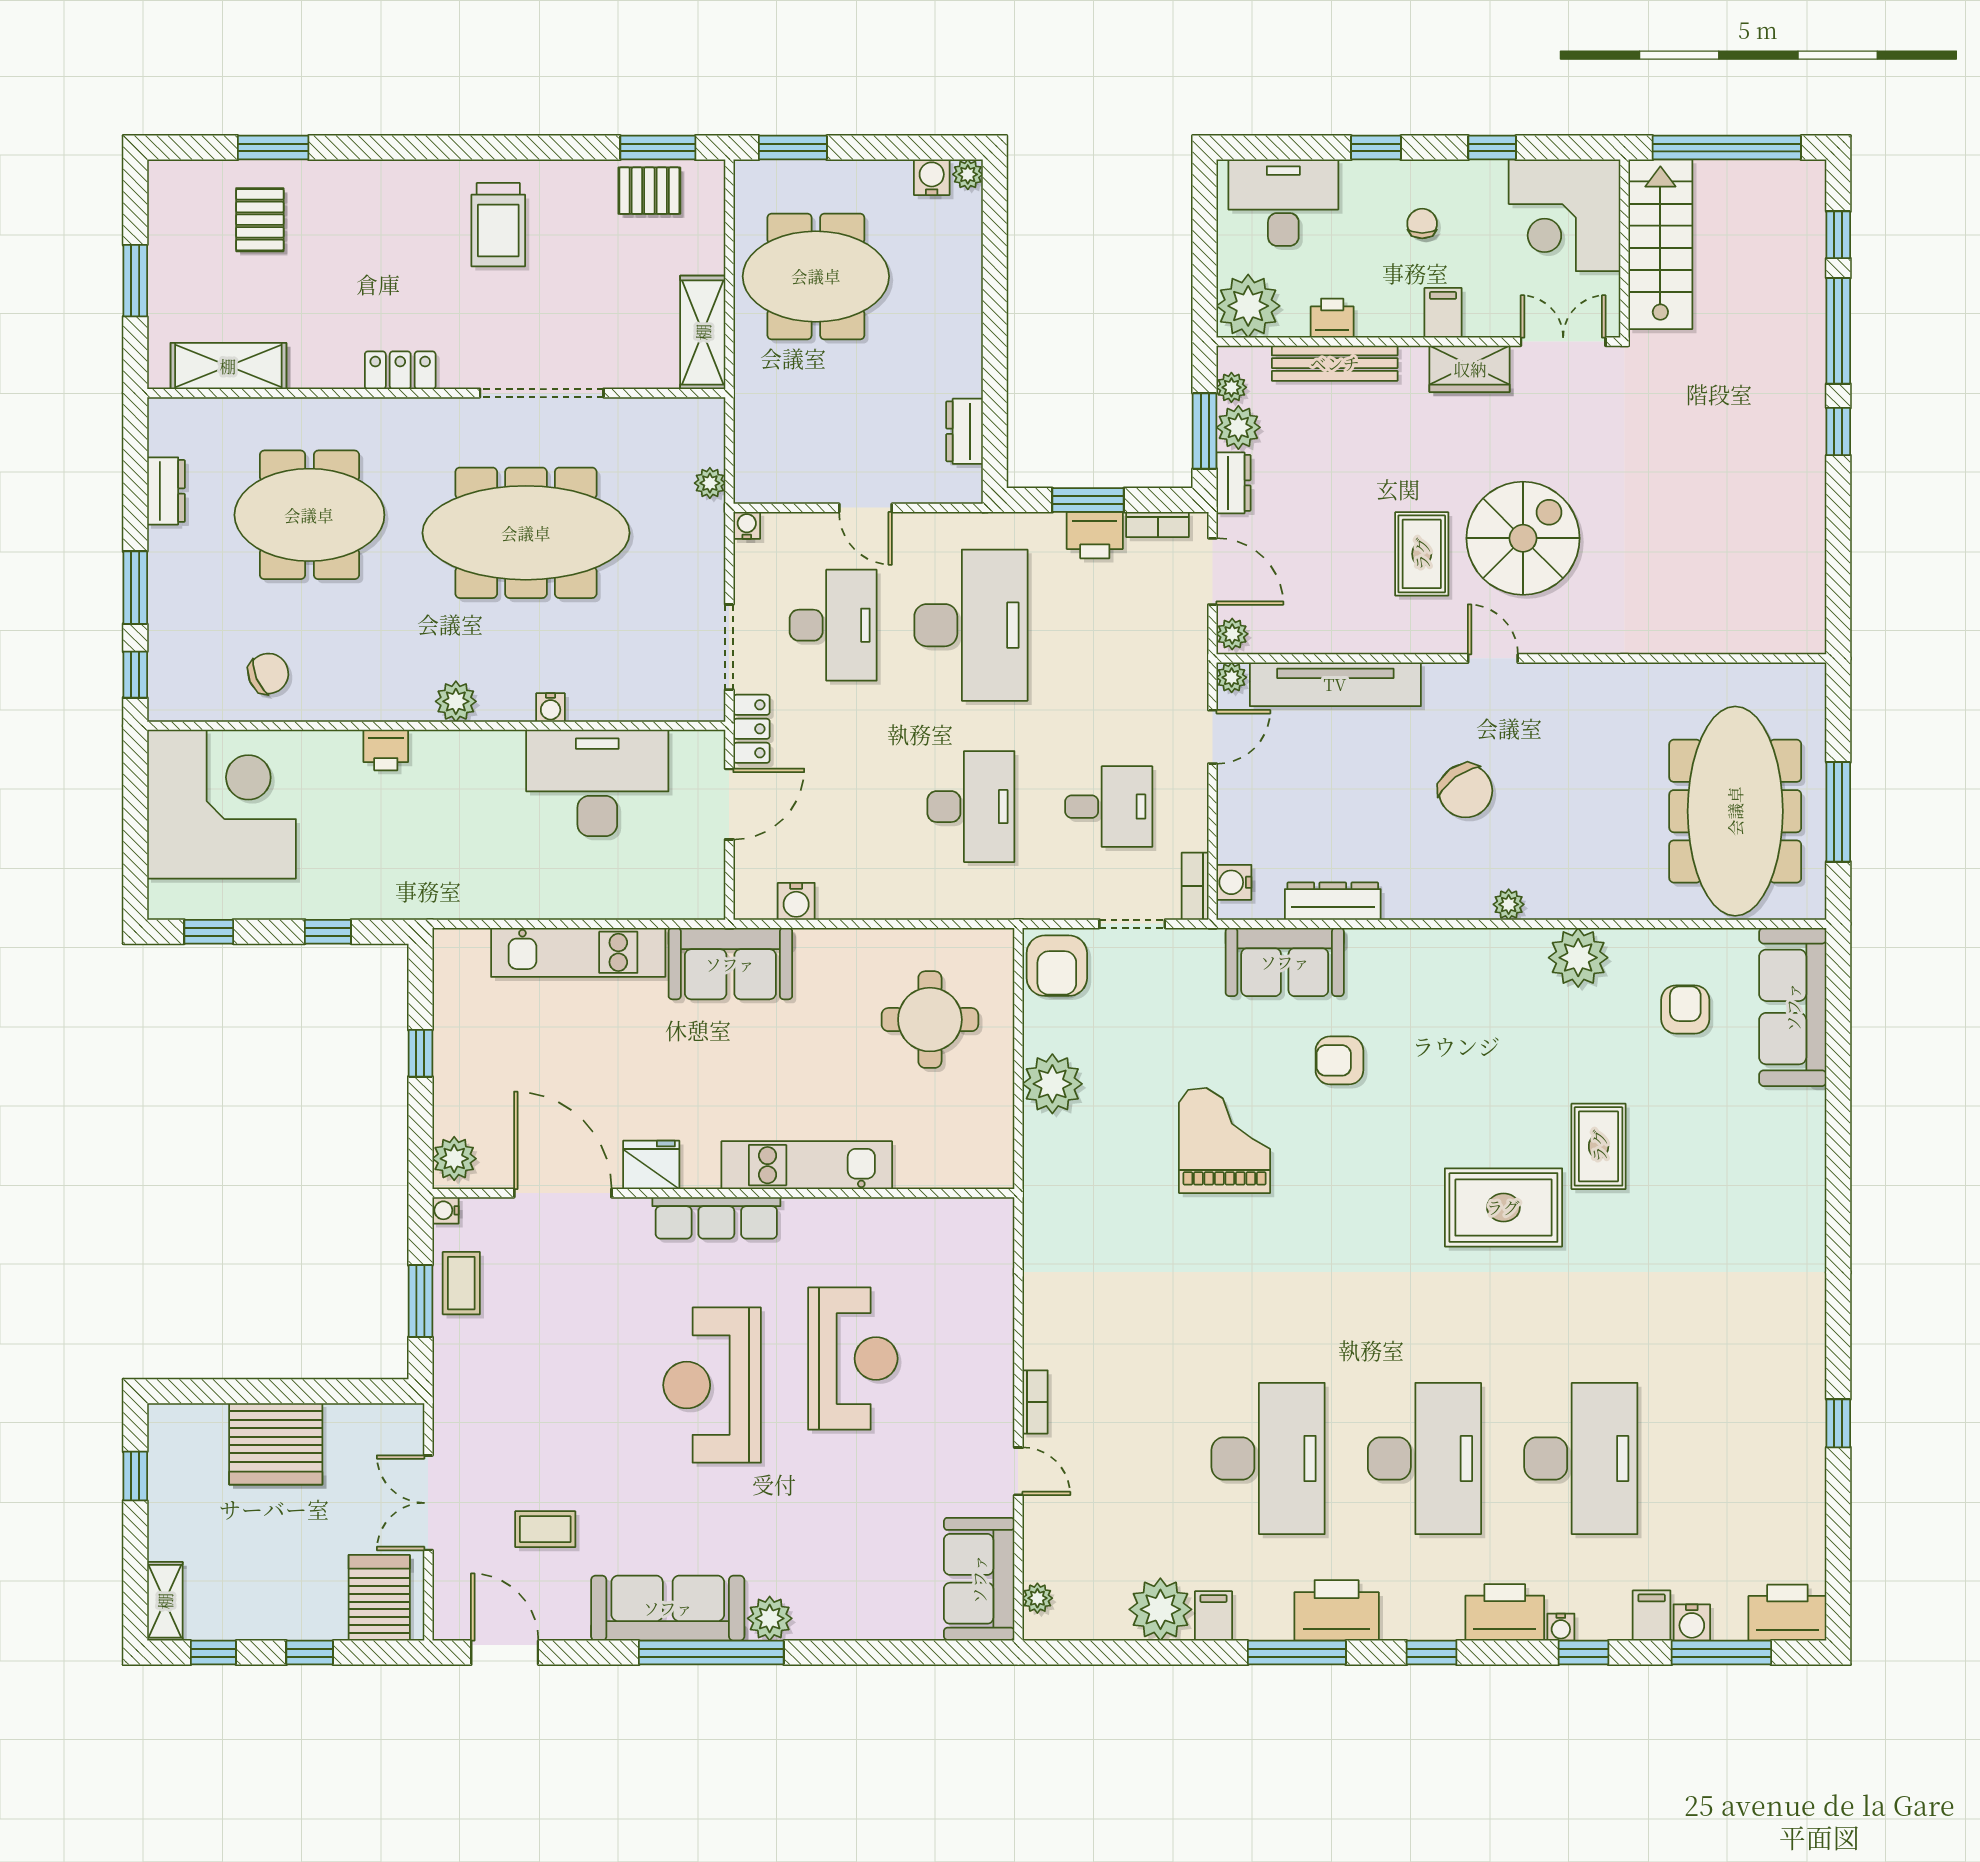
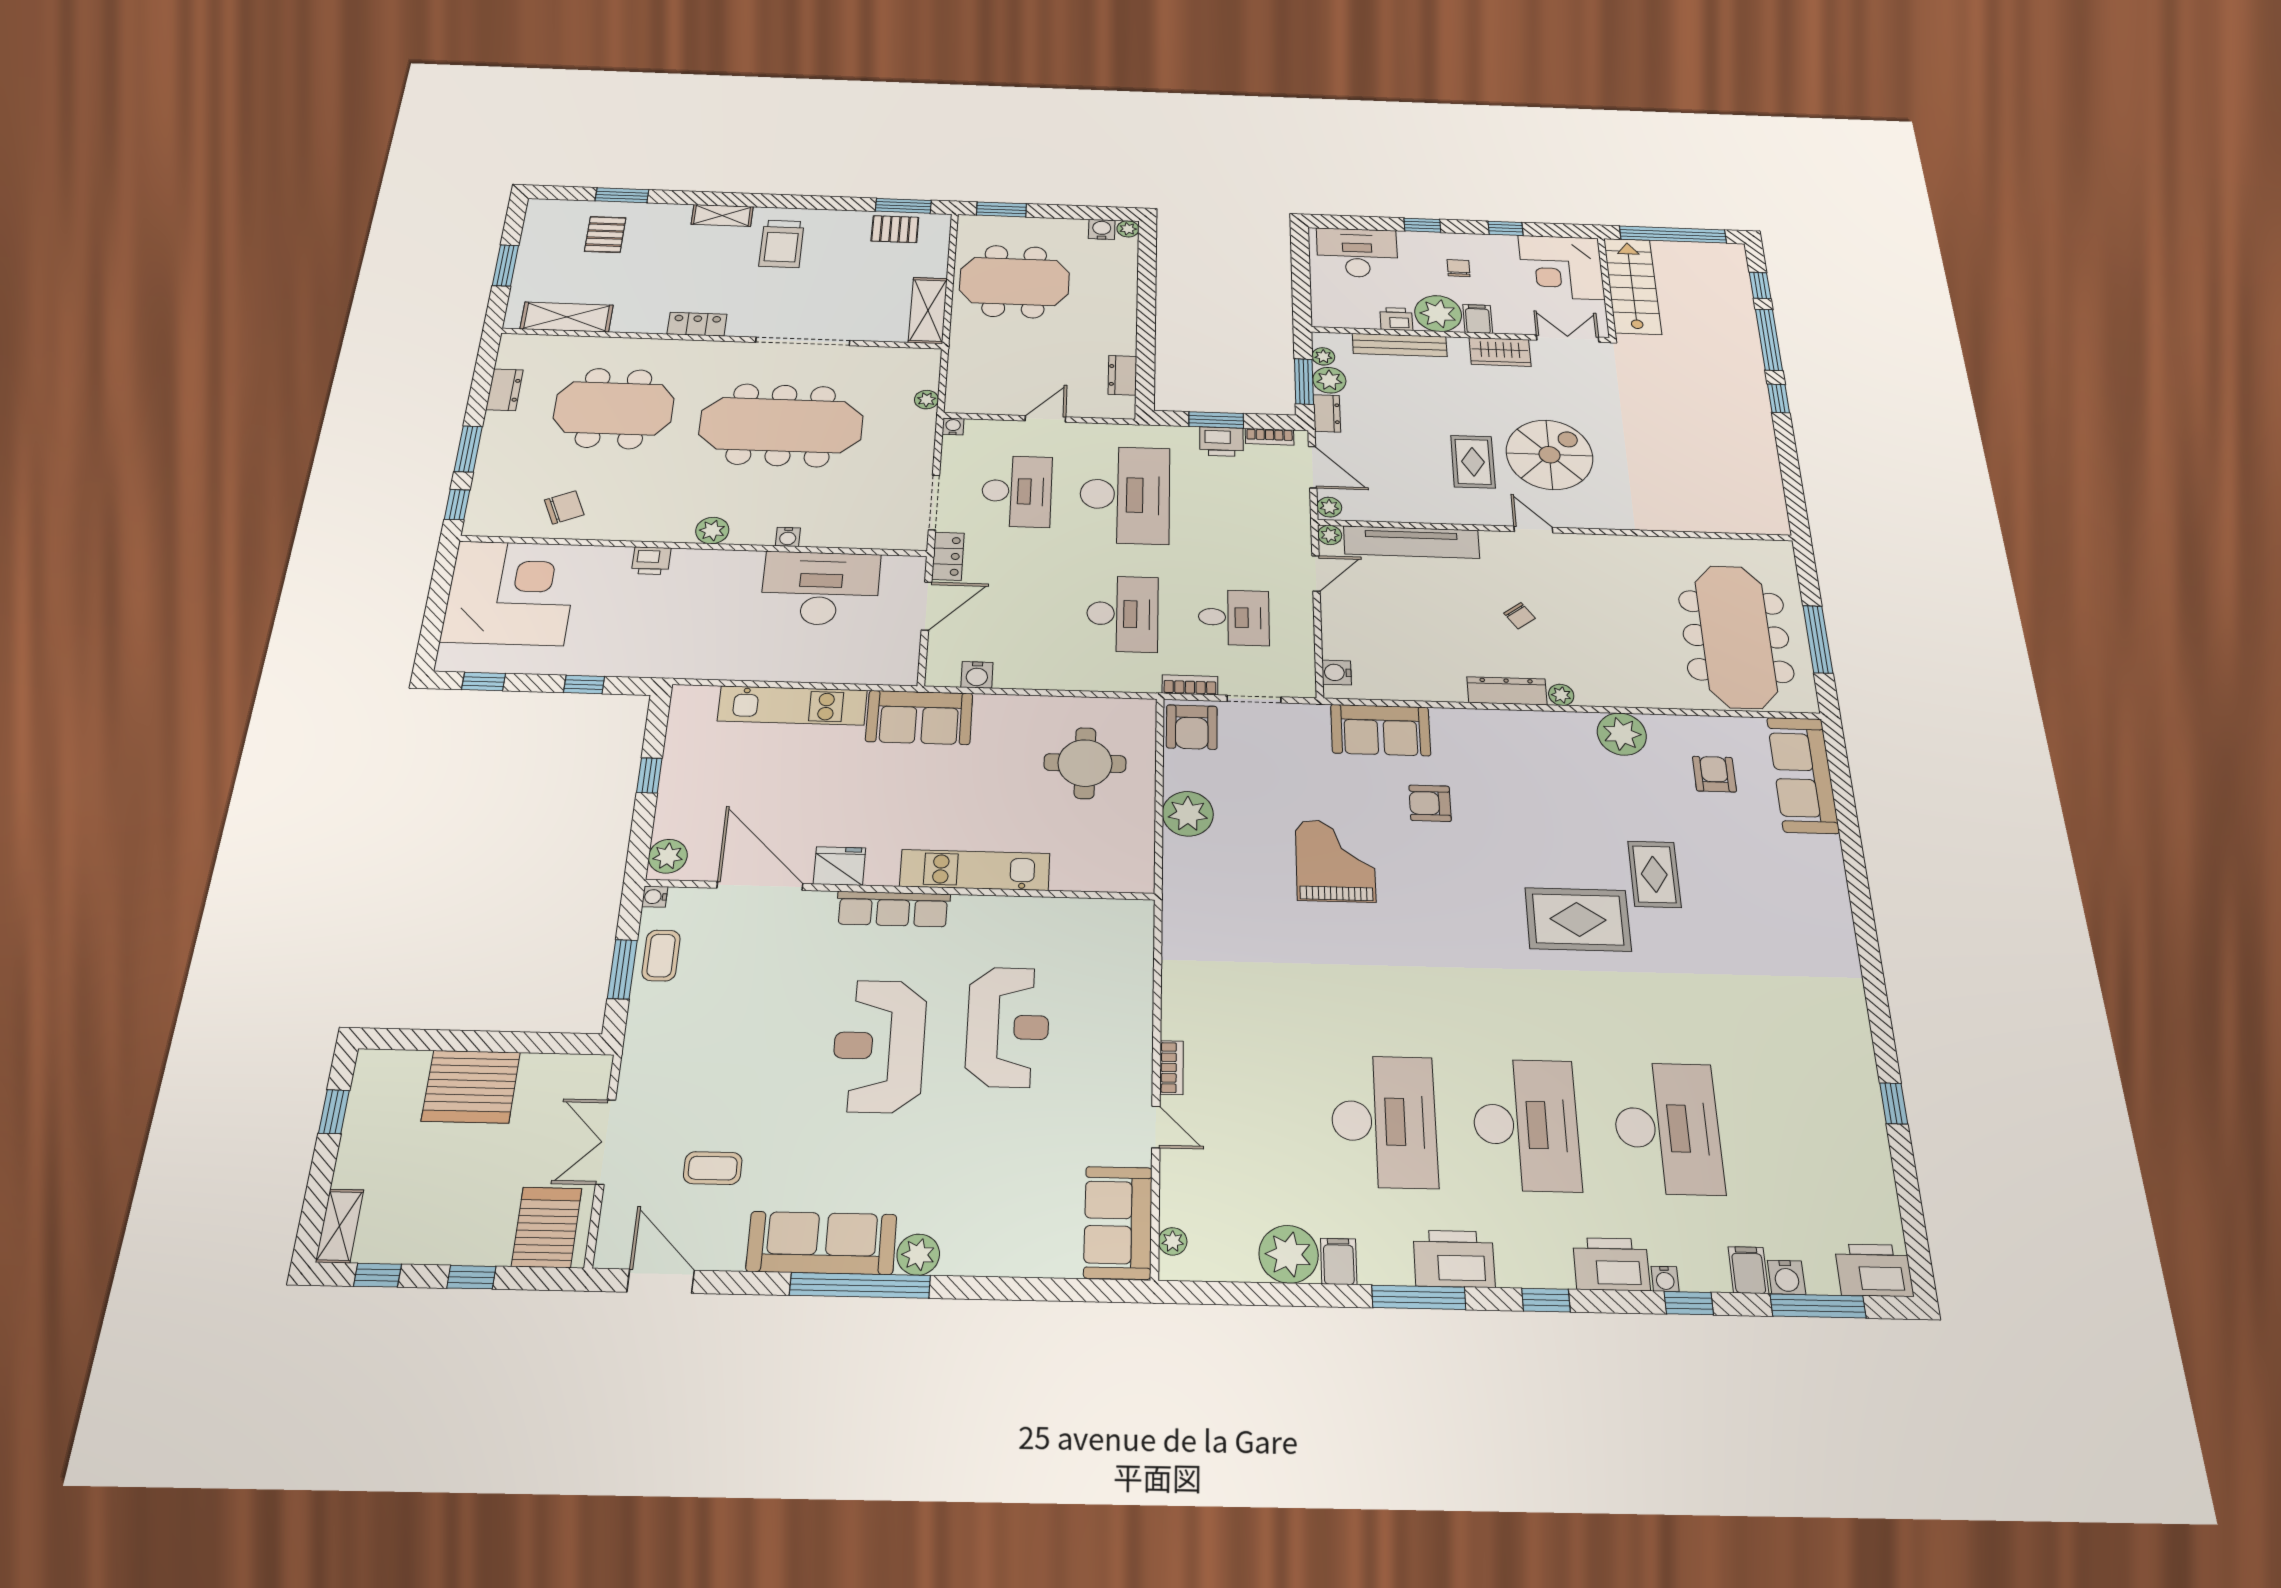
shelving: (413, 178) -> (722, 215), added
plant: (1248, 306) -> (1438, 314), moved
door: (866, 508) -> (1045, 419), swing flipped
chair: (1466, 791) -> (1520, 616), width x0.54, depth x0.54
bookcase: (1195, 886) -> (1190, 685), moved, turned 90
dresser: (1333, 901) -> (1507, 691), moved

